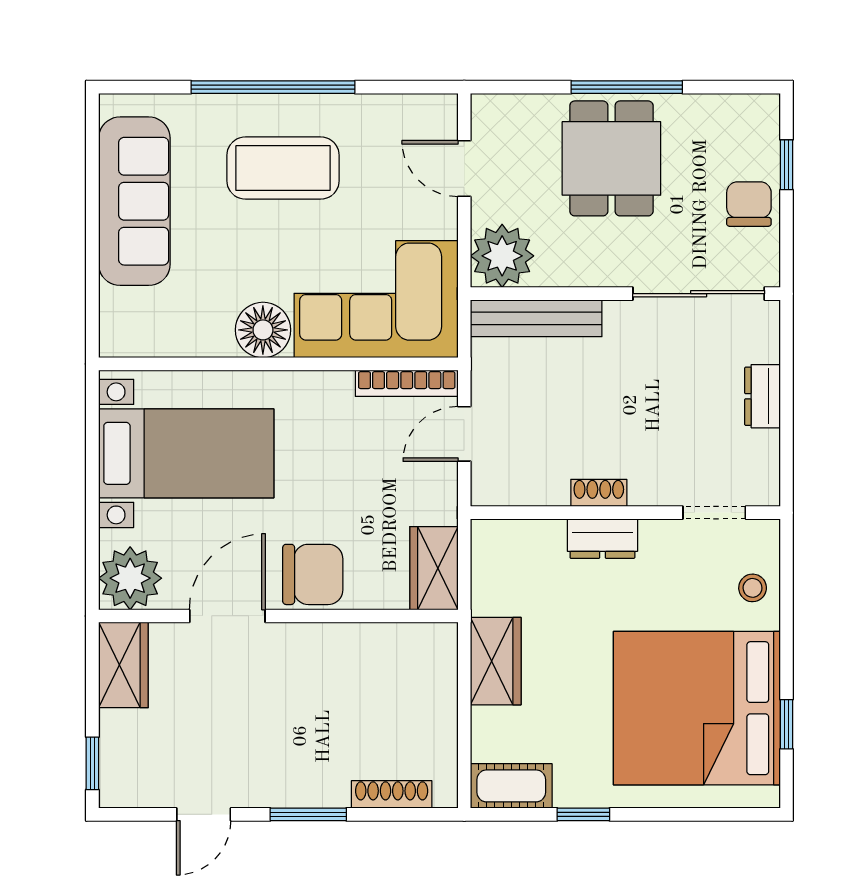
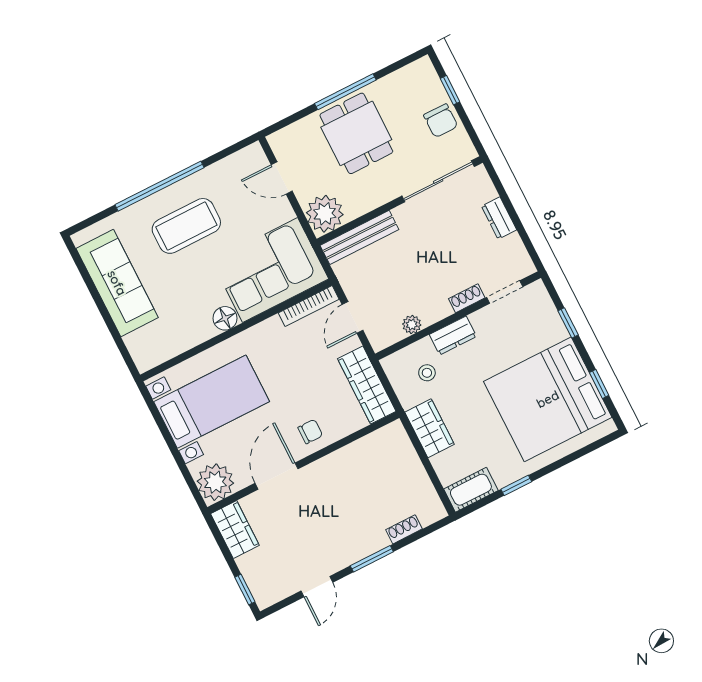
chair: (749, 204) -> (441, 121), turned 180
floor lamp: (263, 330) -> (225, 318), width x0.73, depth x0.73
plant: (549, 490) -> (412, 325), added
shoe rack: (599, 493) -> (467, 298), moved
wardrobe: (434, 568) -> (367, 385), width x1.50
chair: (313, 574) -> (310, 431), width x0.54, depth x0.54
stool: (753, 588) -> (427, 373), moved
window: (787, 608) -> (568, 323), added
shoe rack: (392, 794) -> (404, 529), width x0.70

